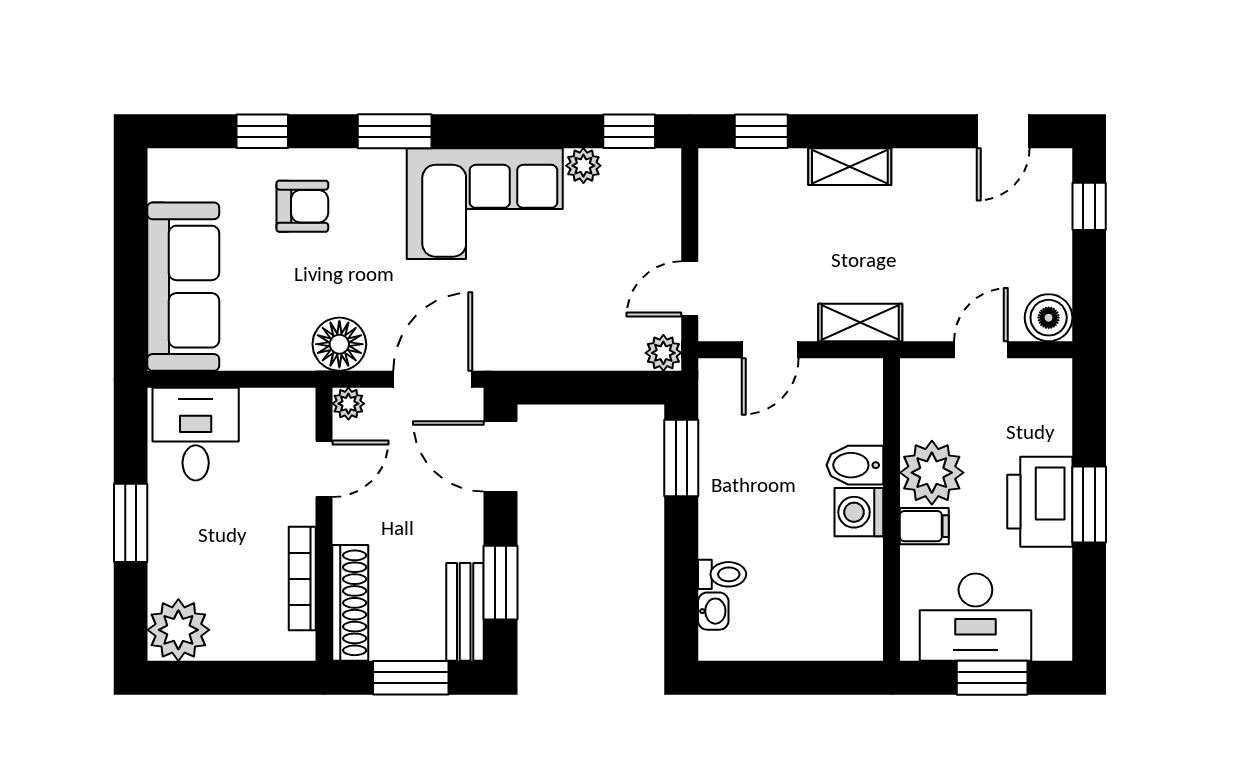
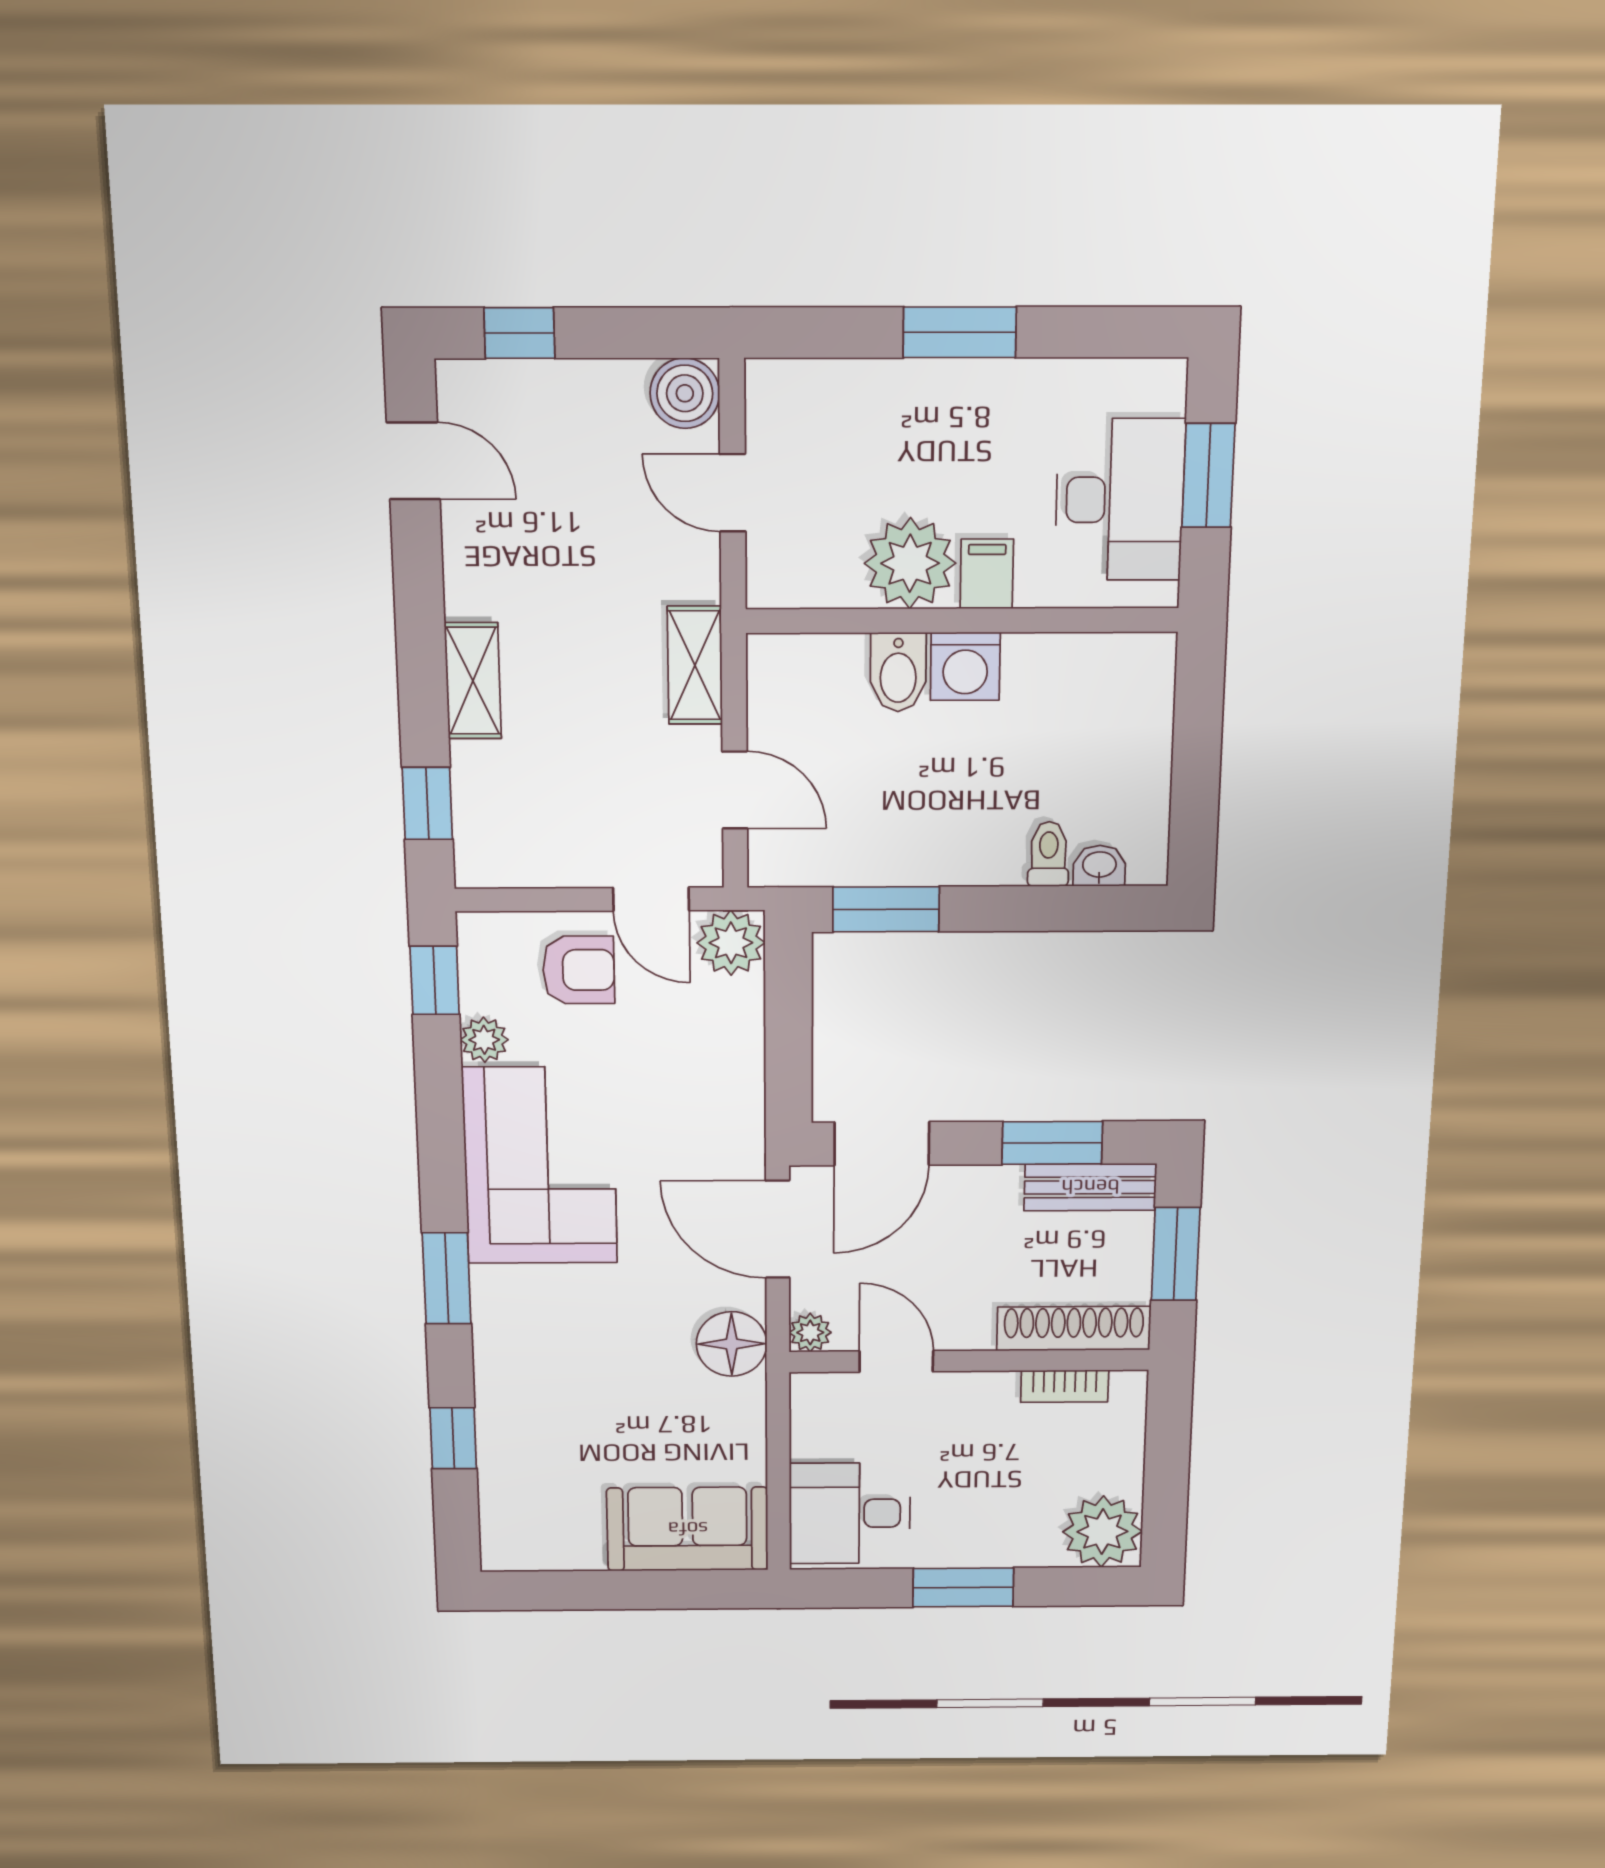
armchair: (302, 206) -> (579, 970), moved, turned 90
sofa: (183, 287) -> (688, 1529), width x0.73
plant: (663, 353) -> (731, 943), width x1.38, depth x1.38
printer: (1040, 502) -> (954, 406), removed
bookcase: (302, 579) -> (1065, 1386), width x0.64

